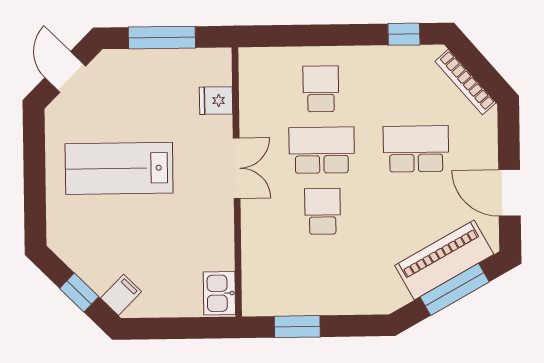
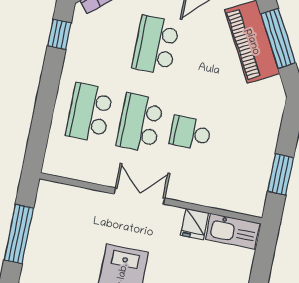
school desk: (321, 89) -> (89, 113), width x1.85
fridge: (216, 101) -> (195, 224), moved
kitchen sink: (219, 293) -> (233, 231), width x1.38

